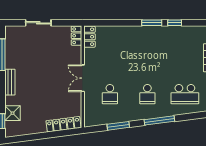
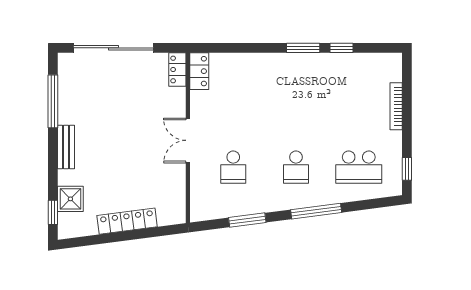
sliding door: (38, 23) -> (113, 48), width x1.86
locker: (63, 124) -> (127, 221), moved

